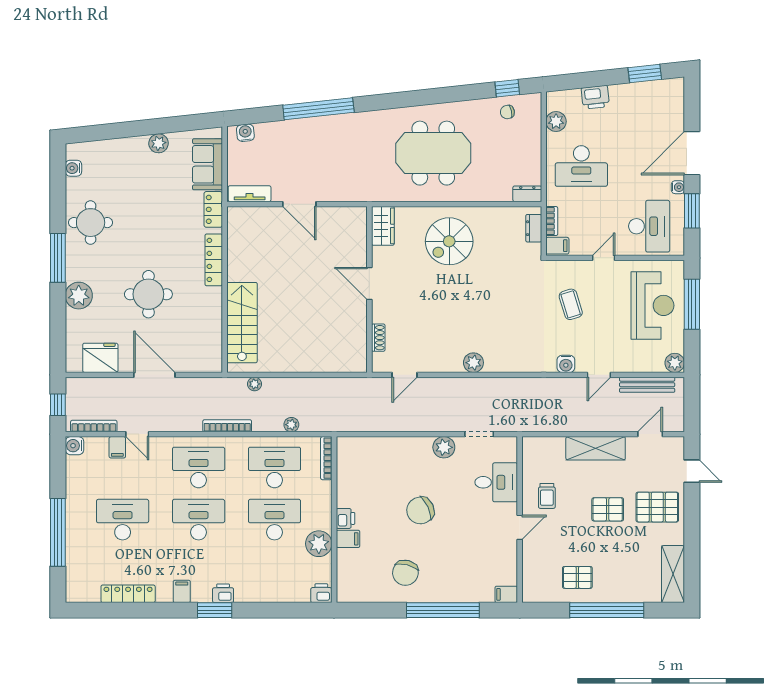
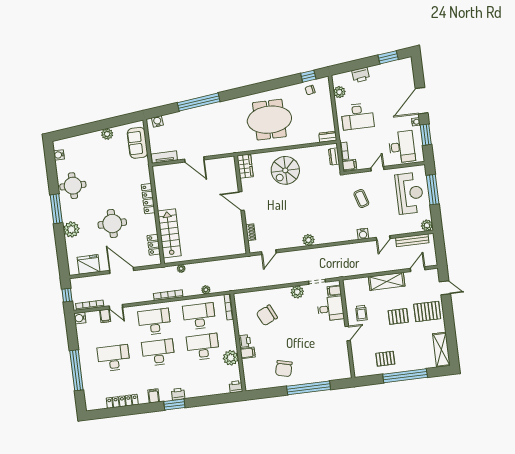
locker: (213, 209) -> (154, 245), moved
chair: (420, 510) -> (267, 315), moved
filing cabinet: (506, 594) -> (334, 291), moved

